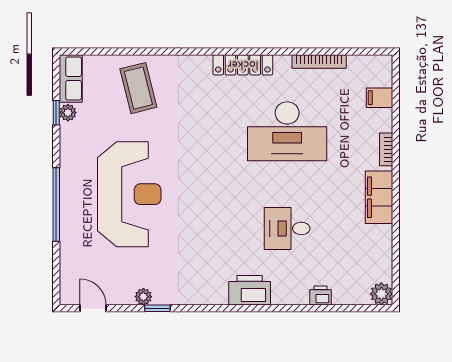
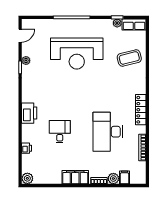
plant: (382, 120) -> (113, 179), added

